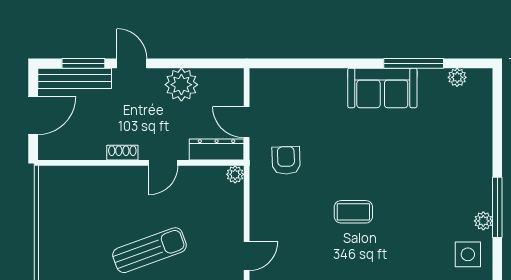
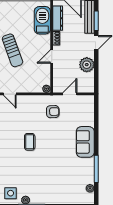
sofa: (382, 88) -> (85, 142), moved
dresser: (217, 149) -> (58, 18), moved
door: (163, 163) -> (52, 57), hinge flipped
barbecue: (82, 183) -> (42, 20), added

